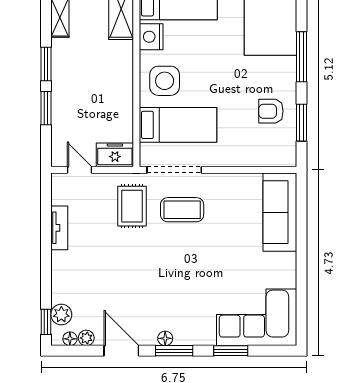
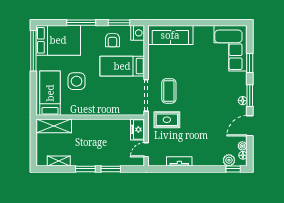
nightstand: (151, 37) -> (138, 33), moved, turned -90
side table: (165, 81) -> (77, 81), moved
bed: (178, 125) -> (122, 66), moved, turned -90

